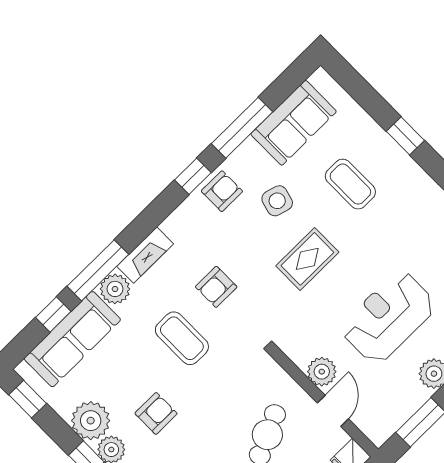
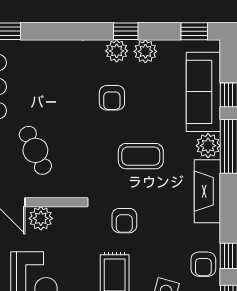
fireplace: (145, 255) -> (207, 191), width x1.37, depth x1.32
armchair: (216, 287) -> (124, 221), moved, turned 180
plant: (91, 421) -> (145, 51), width x0.73, depth x0.73

